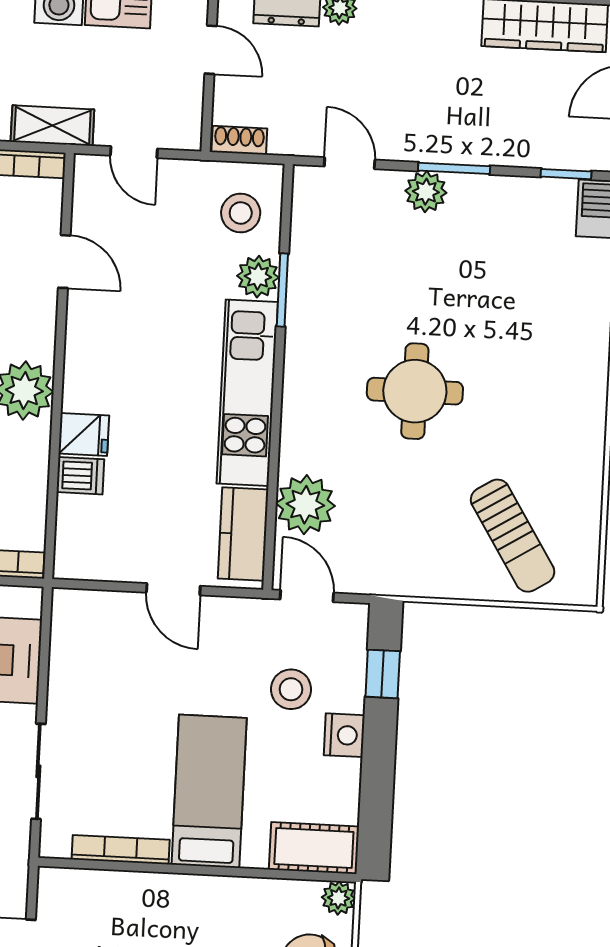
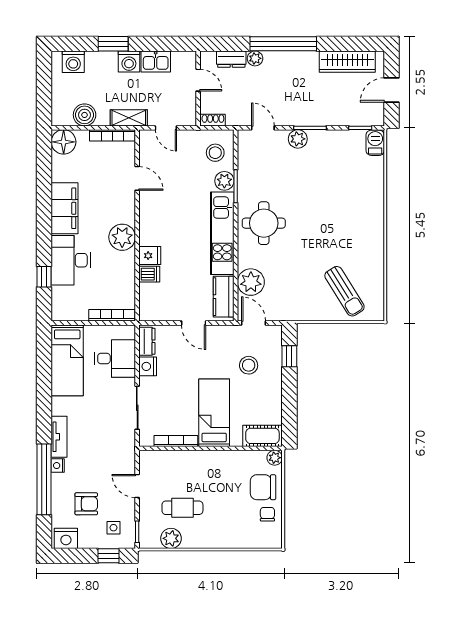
round table: (415, 391) -> (264, 223), moved
dresser: (68, 625) -> (147, 341), added
nightstand: (344, 735) -> (148, 366), moved, turned 180

